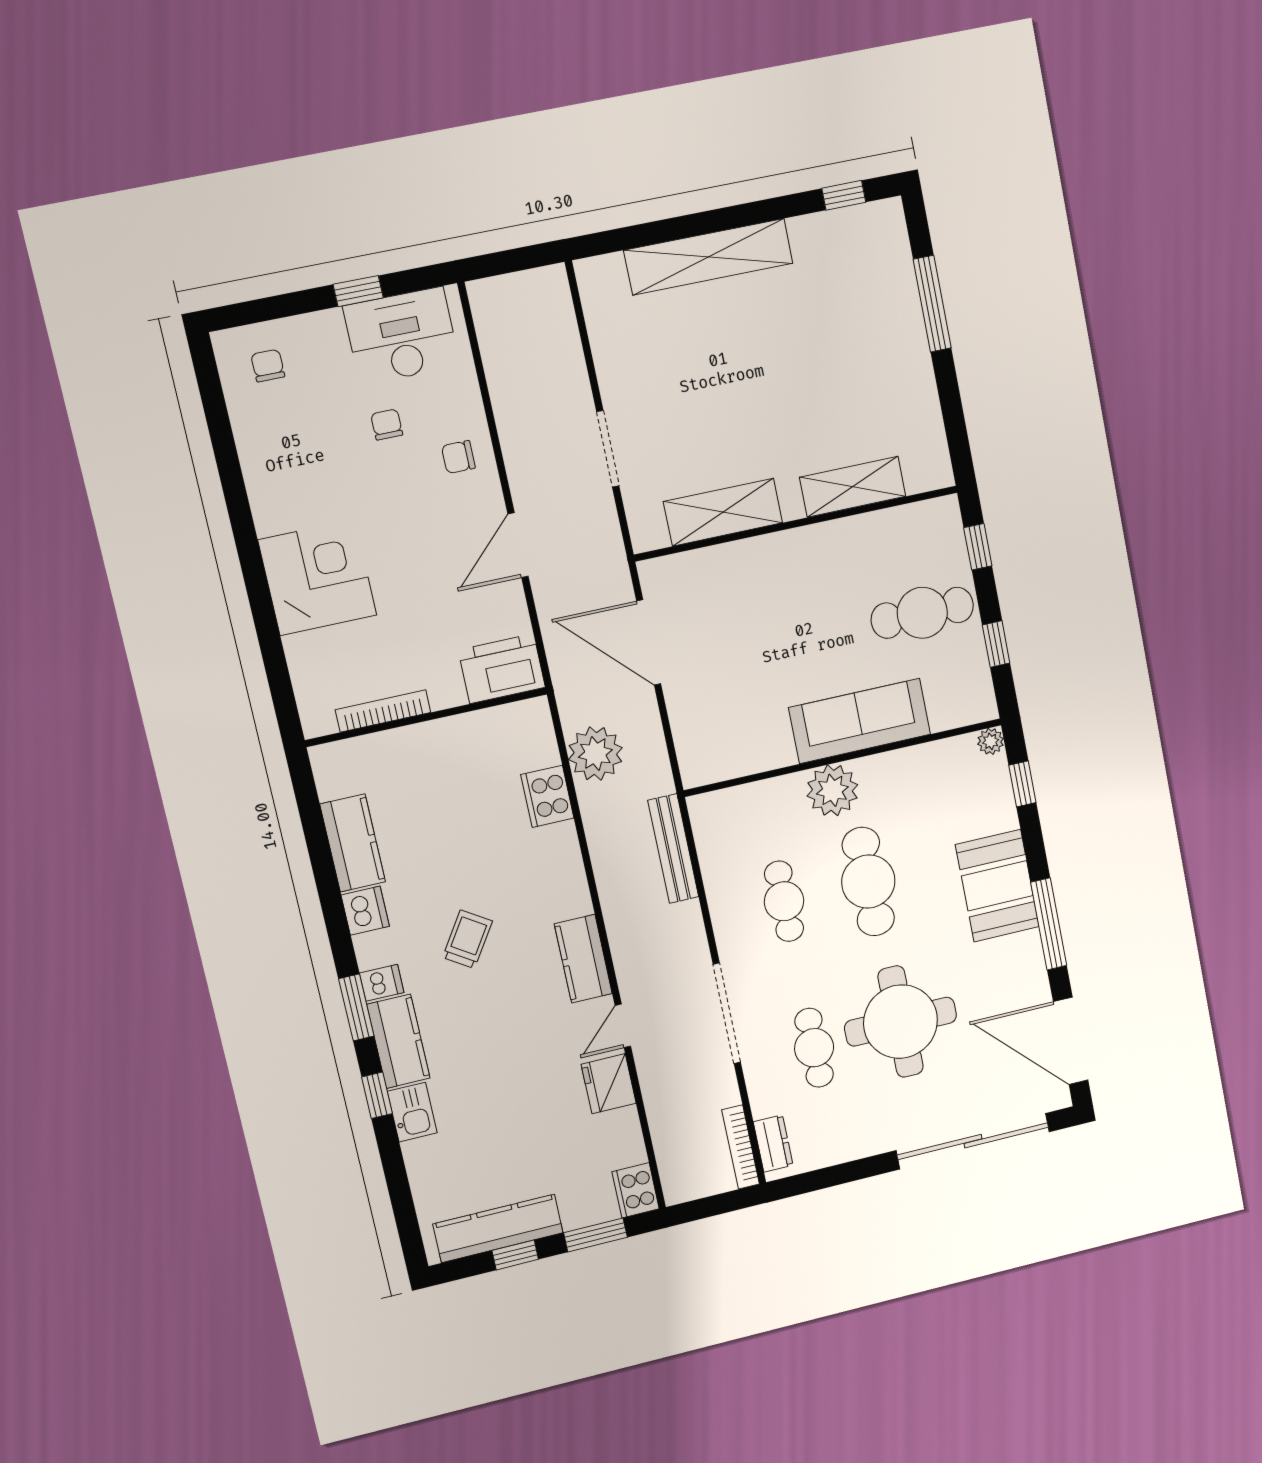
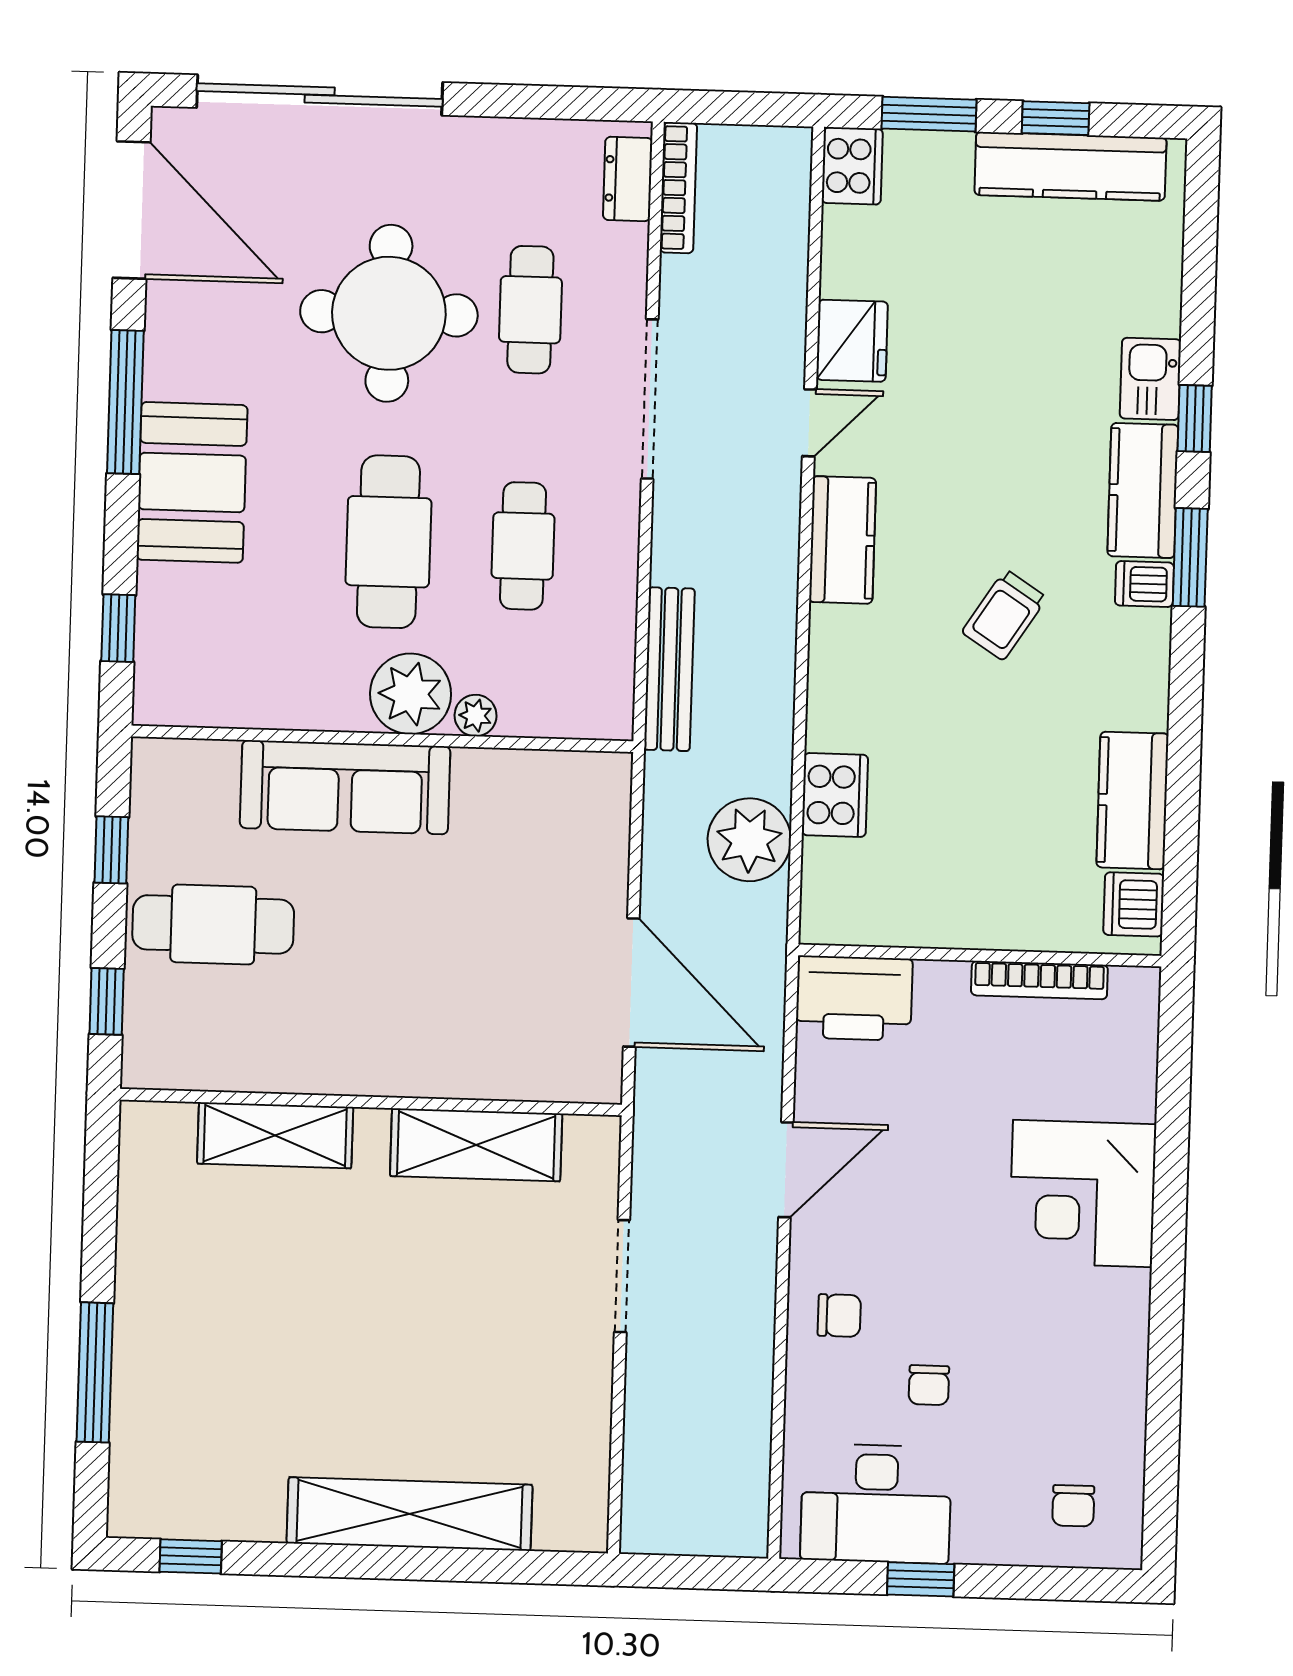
plant: (991, 741) -> (476, 716), moved
dishwasher: (365, 911) -> (1134, 904), moved

